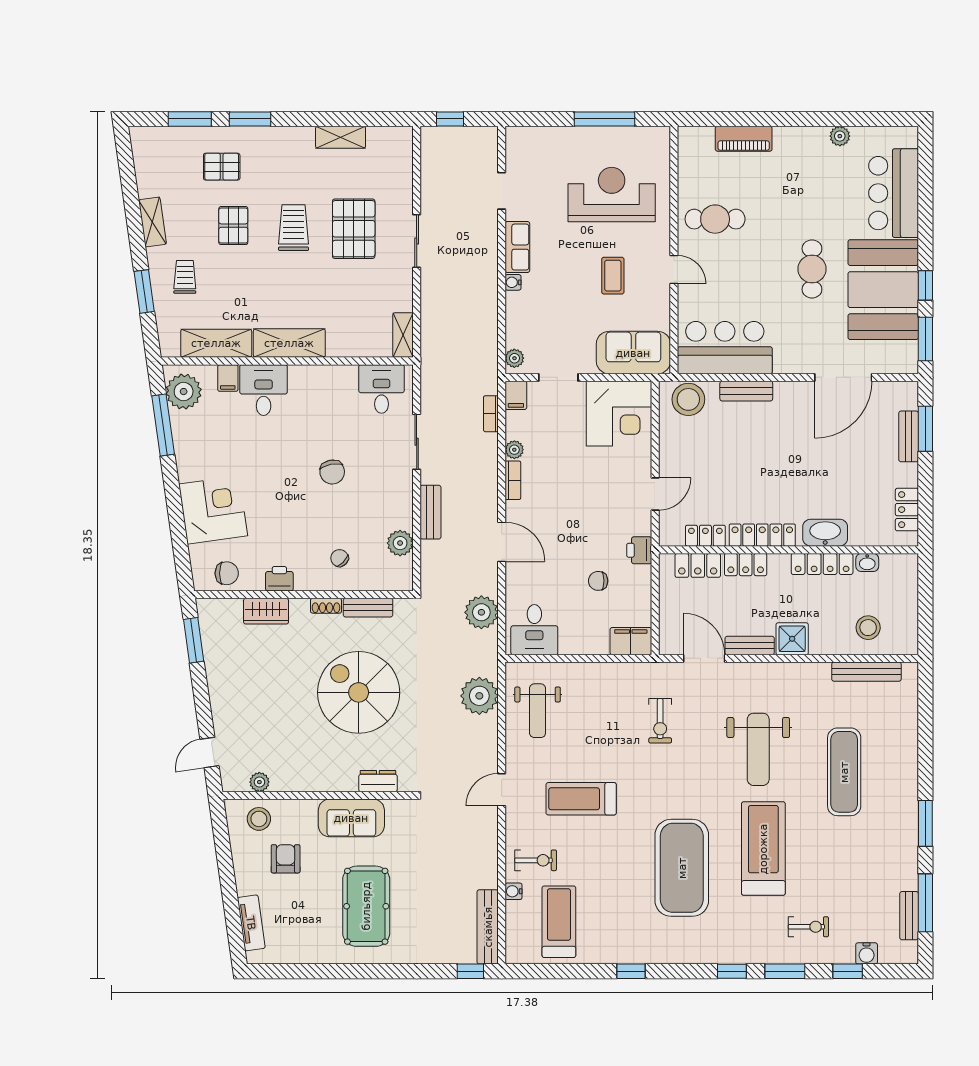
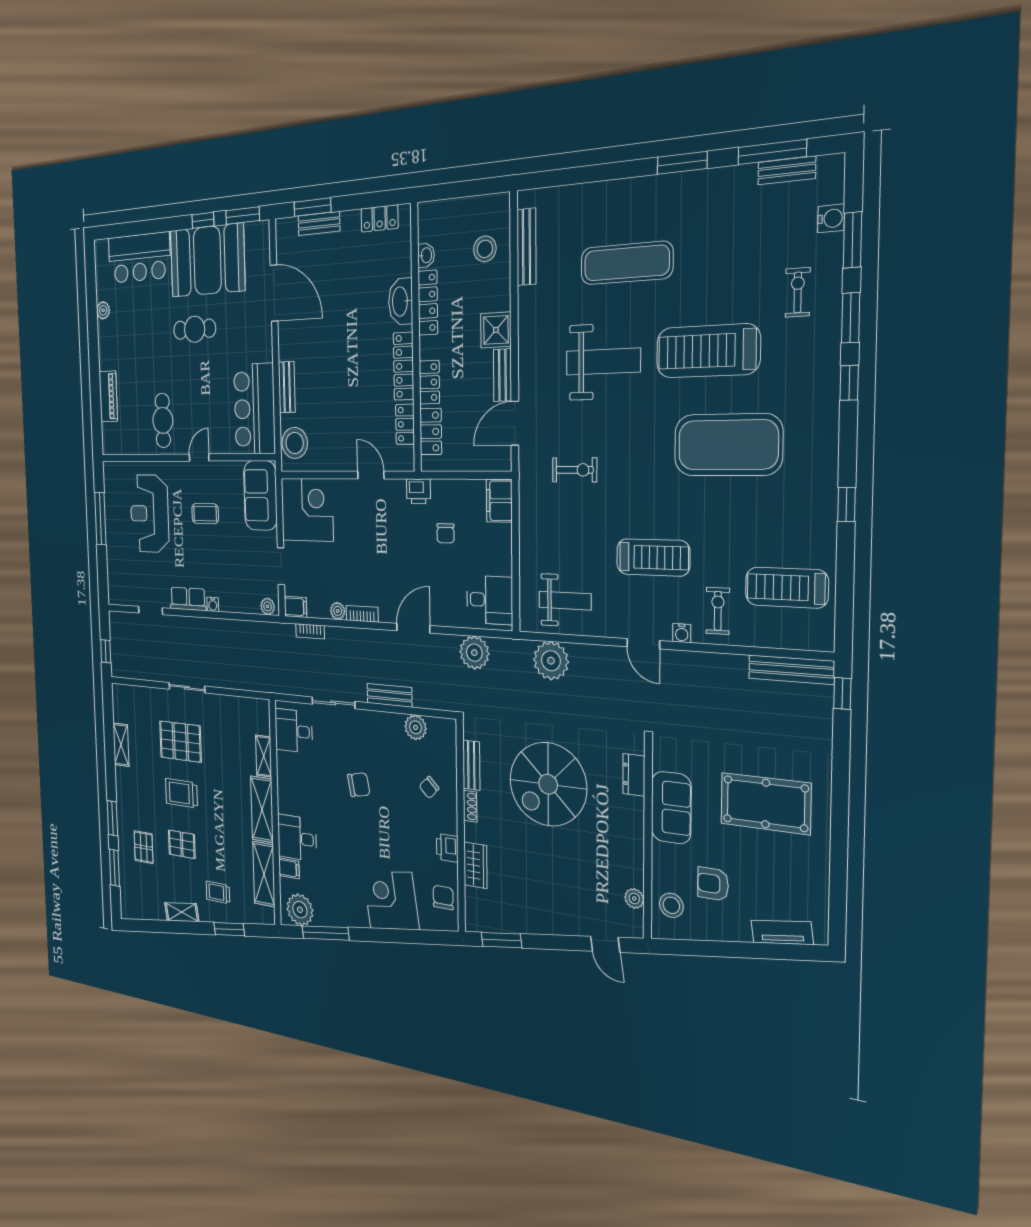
shelving: (403, 335) -> (264, 756), moved, turned 90
treadmill: (581, 799) -> (653, 557), turned -90
water cooler: (514, 891) -> (682, 633), moved
window: (848, 971) -> (852, 240), width x1.50

